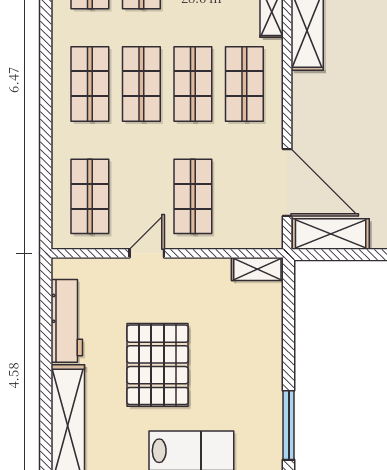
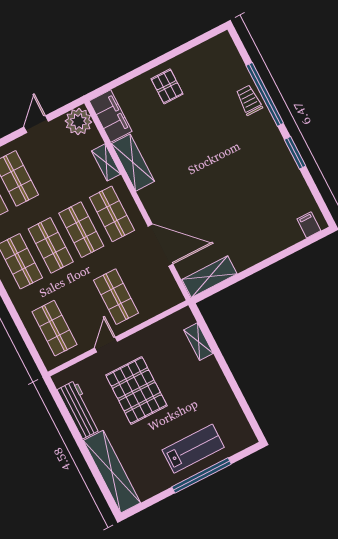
door: (287, 183) -> (160, 245), moved
shelving: (257, 269) -> (198, 342), moved, turned 90
pallet: (158, 365) -> (136, 390), moved
window: (289, 425) -> (243, 403), removed

